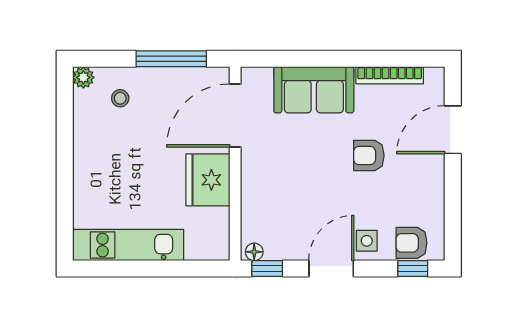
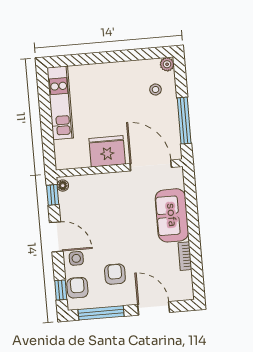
bookcase: (390, 75) -> (185, 256), width x0.64
armchair: (369, 156) -> (115, 274), moved
window: (453, 210) -> (101, 313), added

